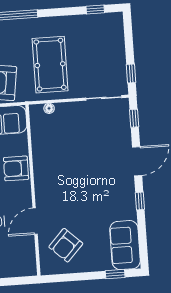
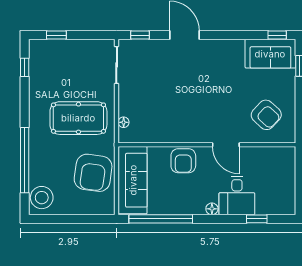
window: (131, 73) -> (56, 35), moved
window: (140, 201) -> (277, 35), moved
door: (35, 221) -> (226, 145), moved

